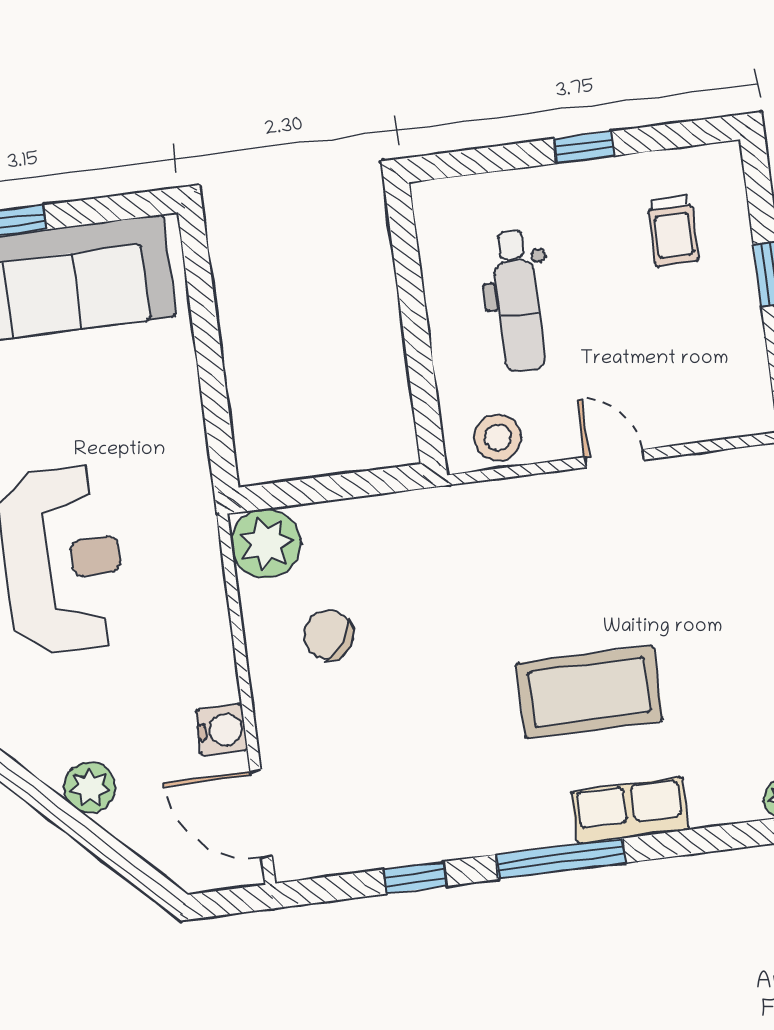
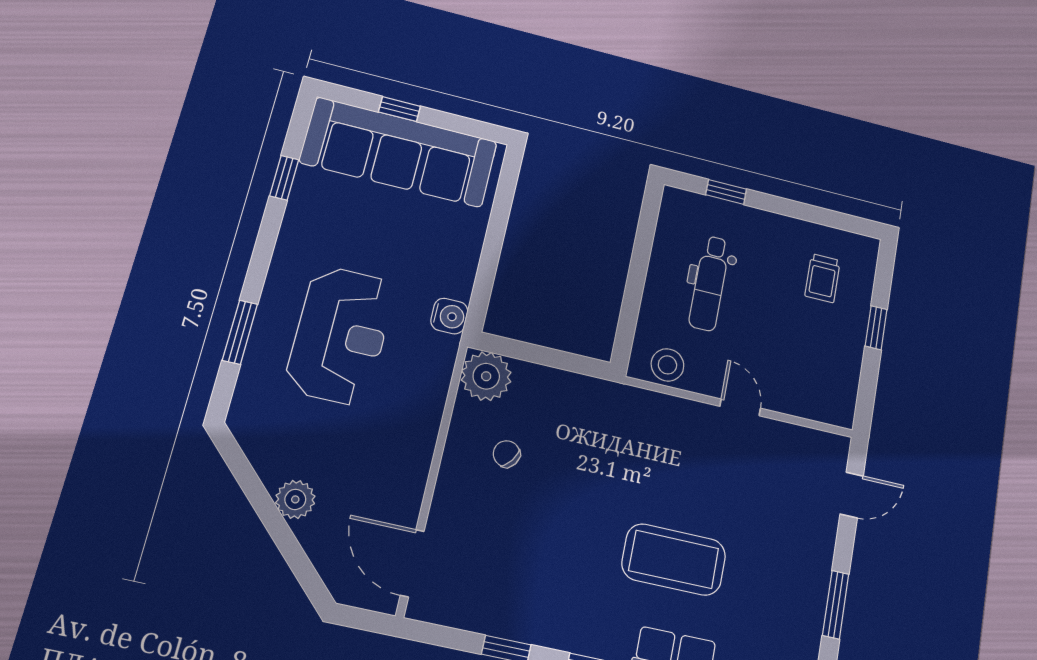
window: (584, 147) -> (726, 192), moved
chair: (328, 635) -> (507, 454), width x0.73, depth x0.73
water cooler: (222, 730) -> (449, 316), moved

